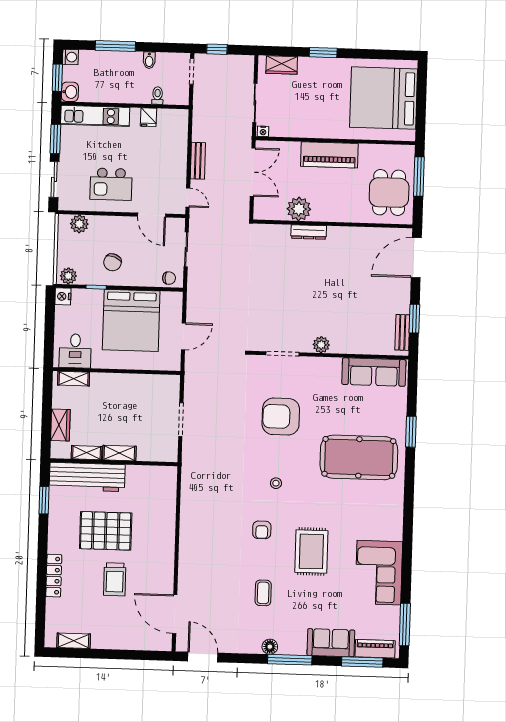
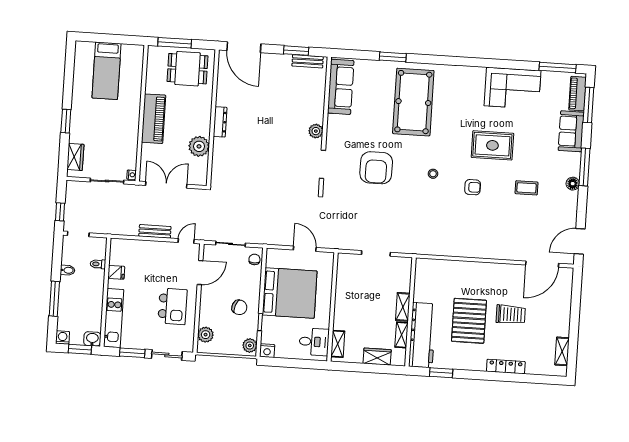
bed: (384, 98) -> (107, 71), width x0.49
dresser: (309, 232) -> (220, 122), moved

